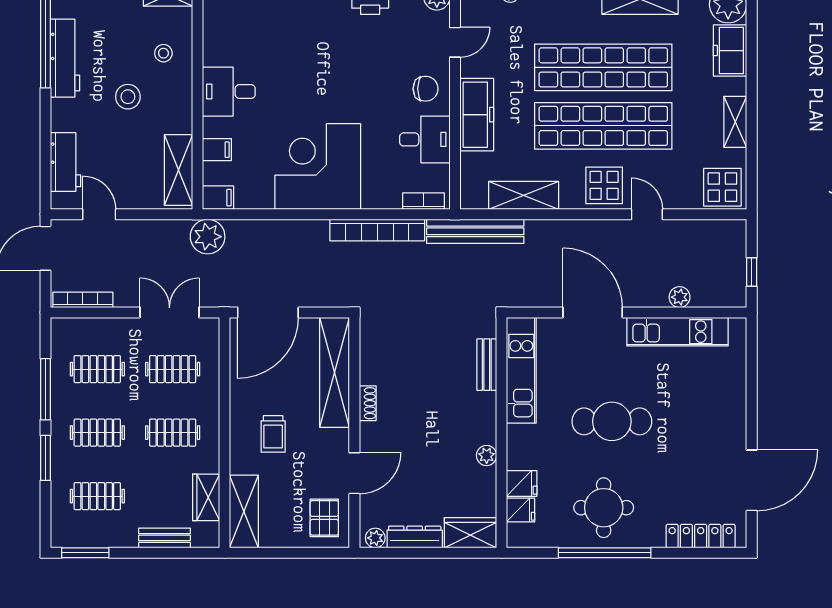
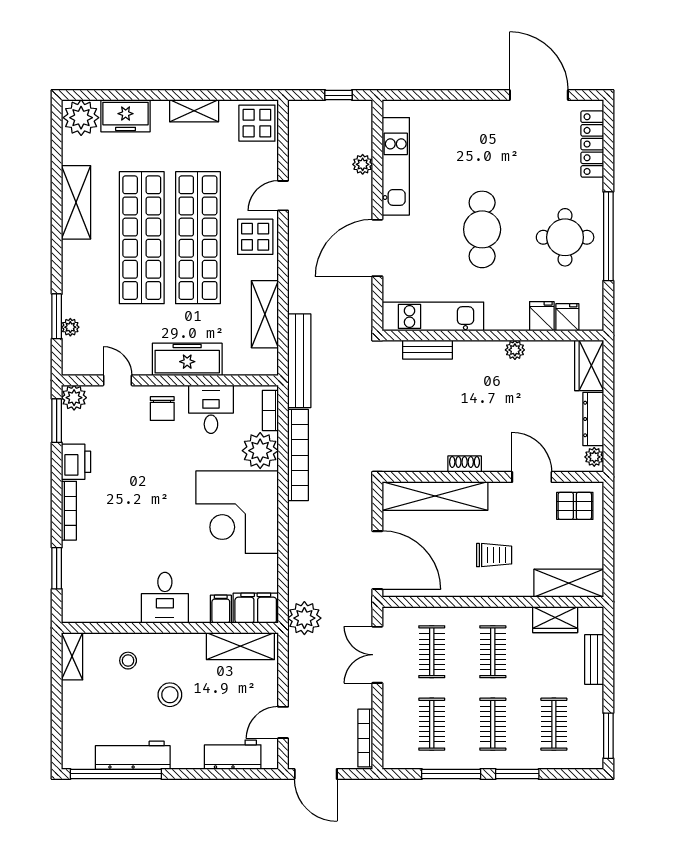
chair: (426, 89) -> (162, 409), turned 180
plant: (382, 191) -> (260, 451), added
filing cabinet: (218, 198) -> (256, 608), width x2.00

